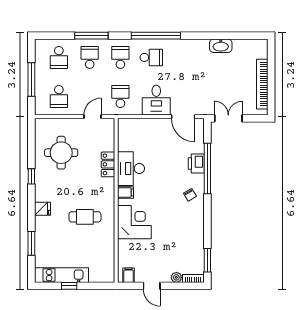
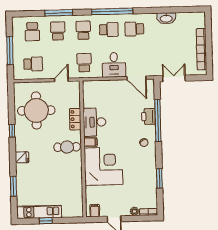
school desk: (182, 57) -> (134, 29), added
school desk: (59, 97) -> (33, 64), turned -90
round table: (61, 153) -> (36, 110), width x1.36, depth x1.36
cafe table: (85, 217) -> (67, 147), moved
corner desk: (134, 222) -> (103, 166), width x1.36, depth x1.36
window: (207, 260) -> (159, 178), moved

